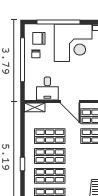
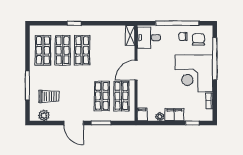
desk: (47, 89) -> (149, 38), moved
shop shelf: (50, 136) -> (102, 50), removed

